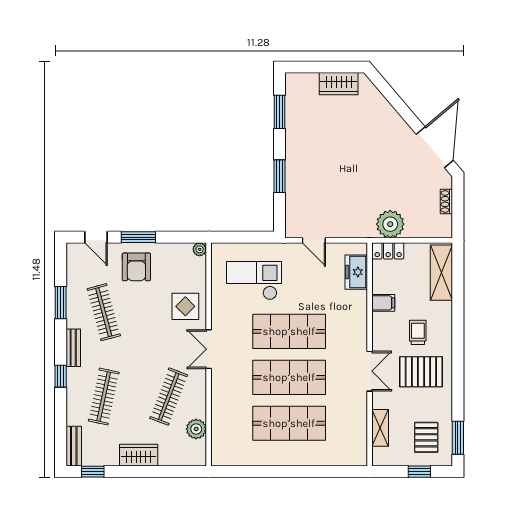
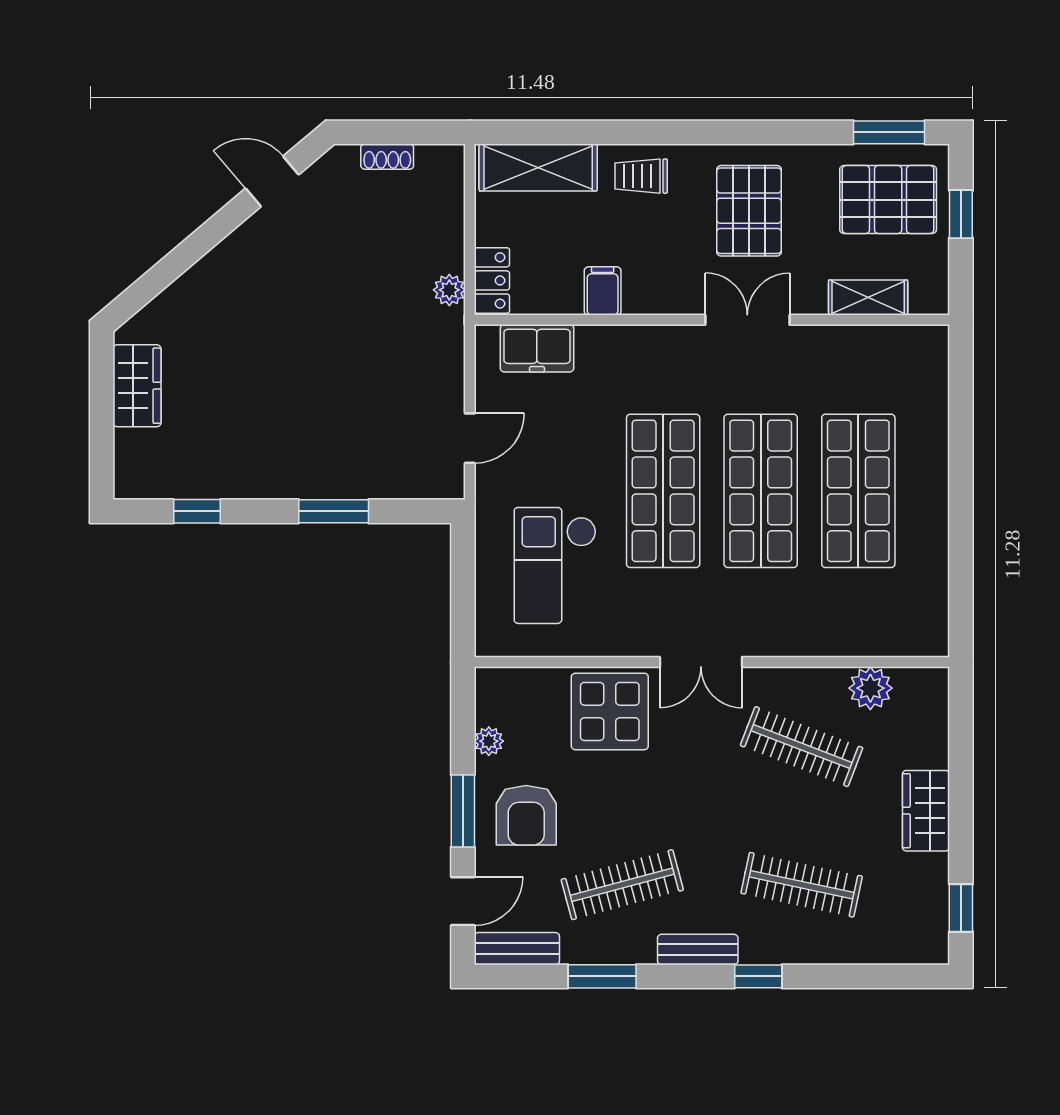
window: (280, 112) -> (197, 511), width x0.67
door: (435, 147) -> (272, 181), width x0.53
plant: (390, 224) -> (449, 290), width x0.53, depth x0.53
plant: (200, 249) -> (489, 741), moved
armchair: (136, 267) -> (526, 815), turned 90
display table: (185, 306) -> (610, 711), width x1.36, depth x1.36
trolley: (418, 332) -> (641, 176), moved
pallet: (426, 437) -> (888, 200), width x1.50, depth x1.42
bench: (74, 446) -> (517, 949), moved

